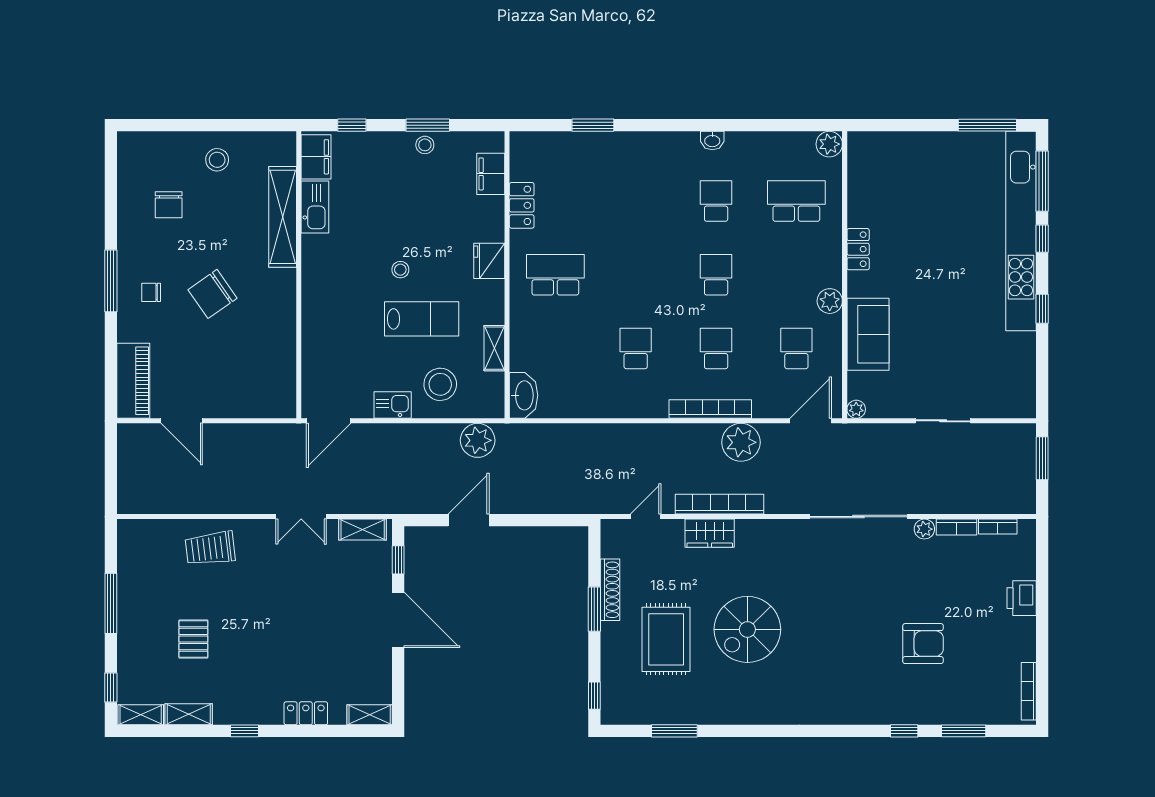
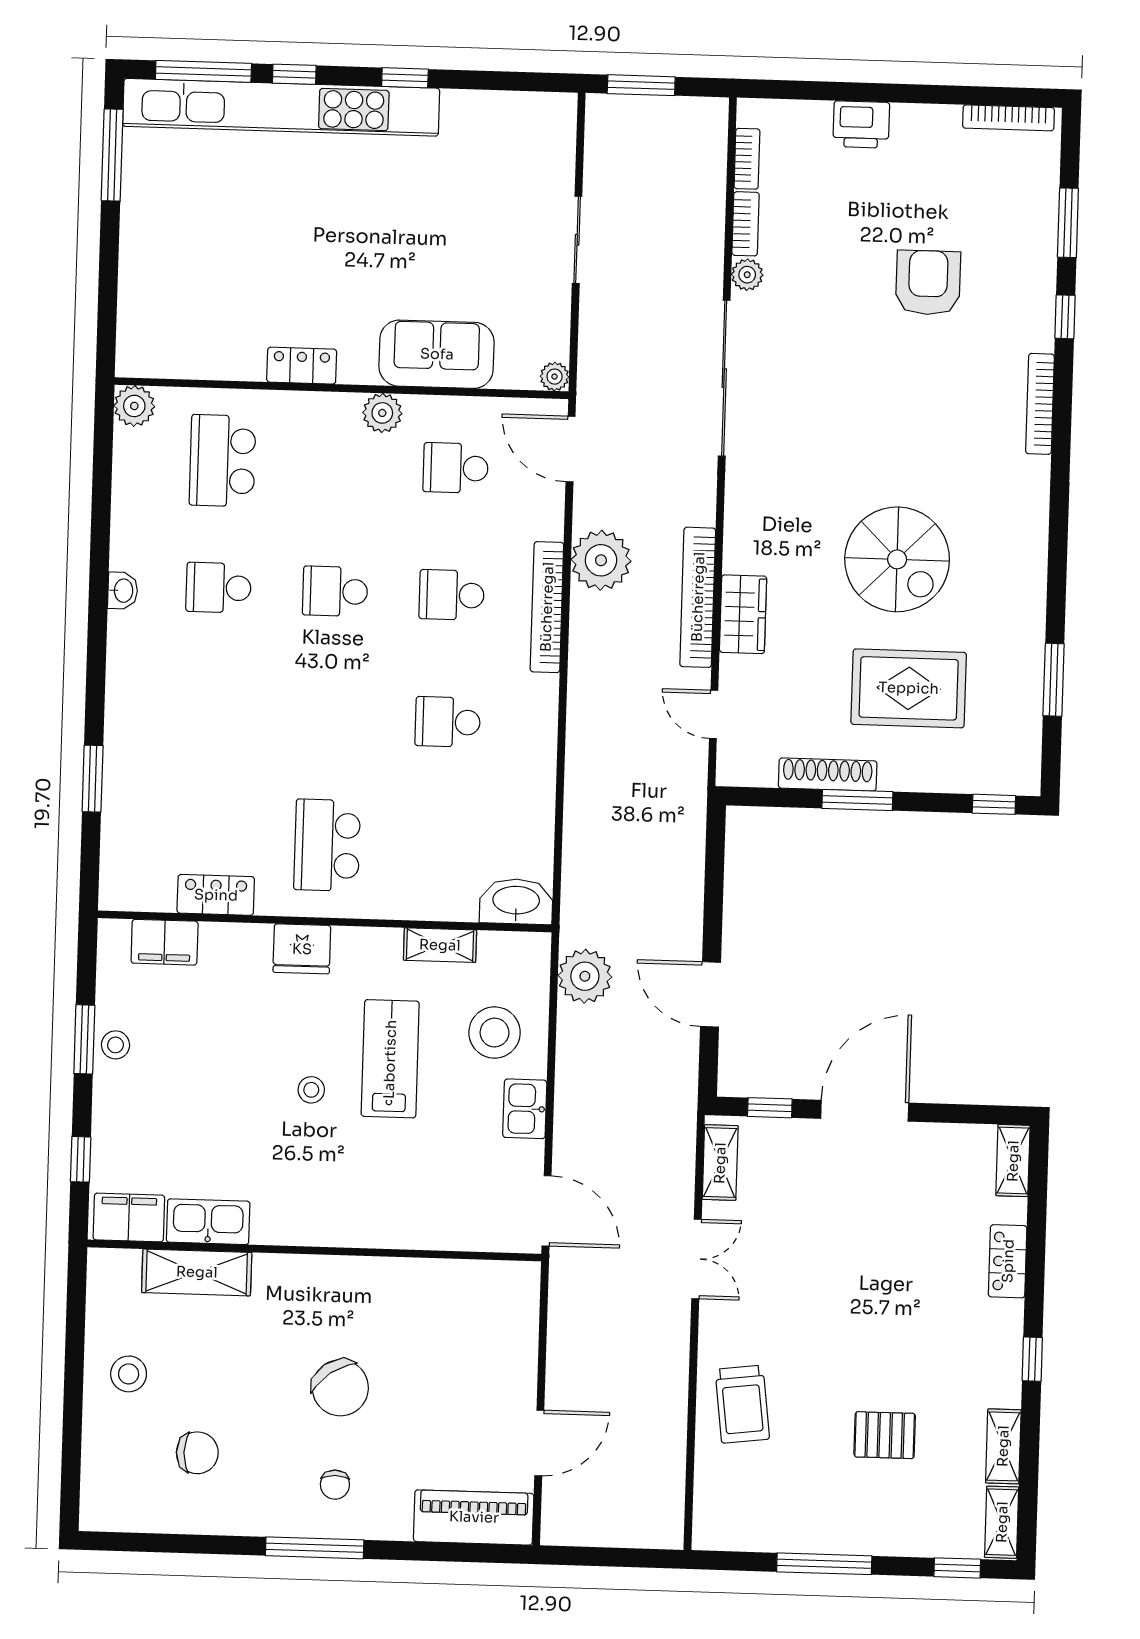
shelving: (283, 217) -> (197, 1272), width x0.68
bookcase: (849, 717) -> (1040, 404), added

